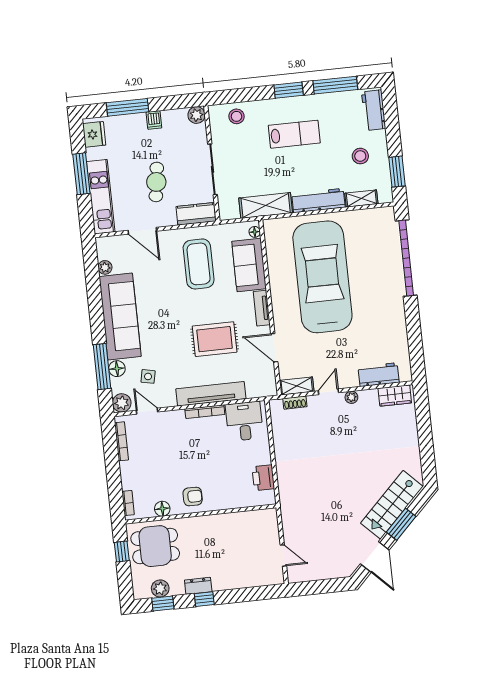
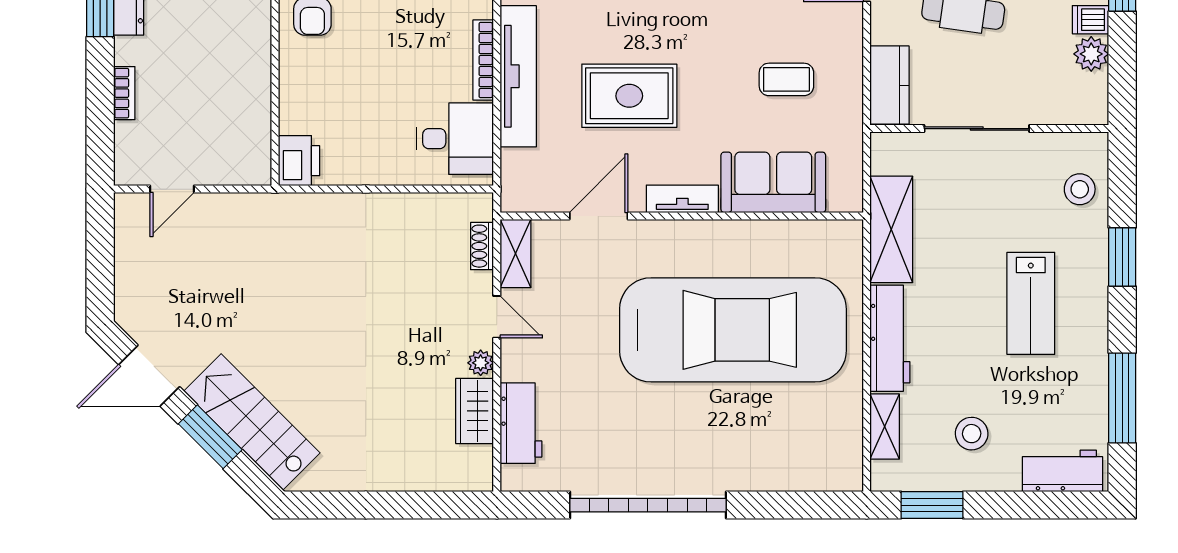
window: (289, 90) -> (1122, 257), moved
plant: (196, 115) -> (1091, 54), moved
floor lamp: (255, 232) -> (840, 201), removed
garage door: (406, 258) -> (648, 505), moved
coffee table: (199, 264) -> (786, 79), width x0.54, depth x0.58
rug: (215, 339) -> (629, 96), turned 90
wardrobe: (395, 396) -> (475, 411), moved
printer: (263, 478) -> (299, 161), moved, turned 90
bookcase: (239, 584) -> (124, 93), added

